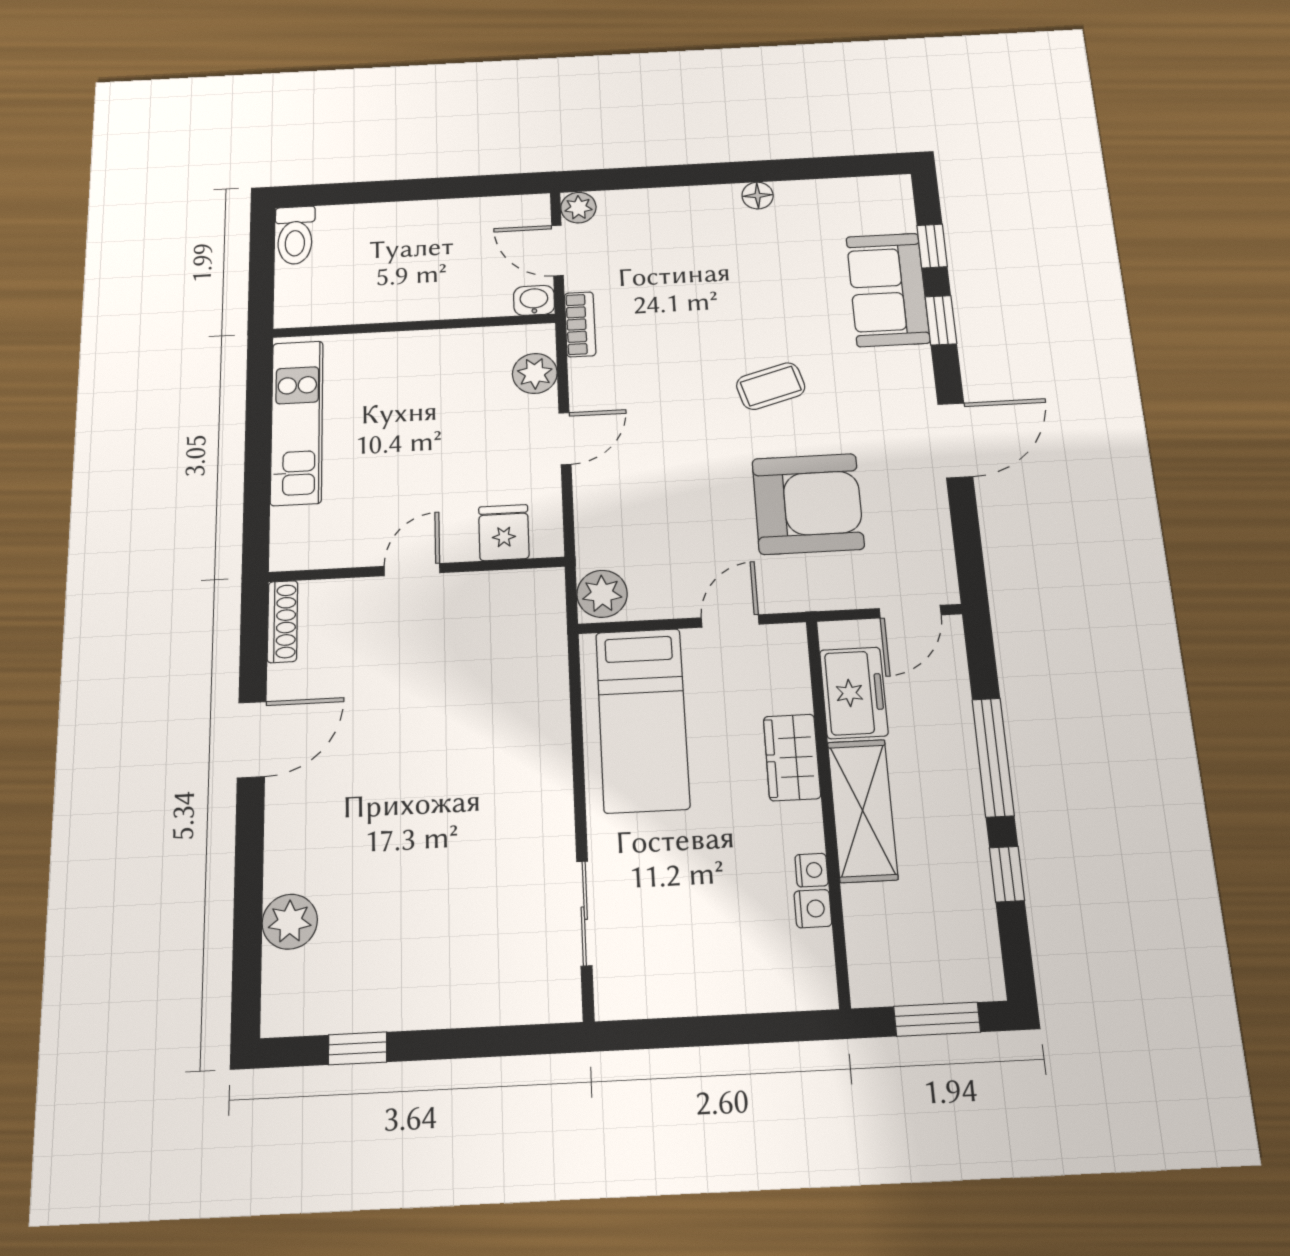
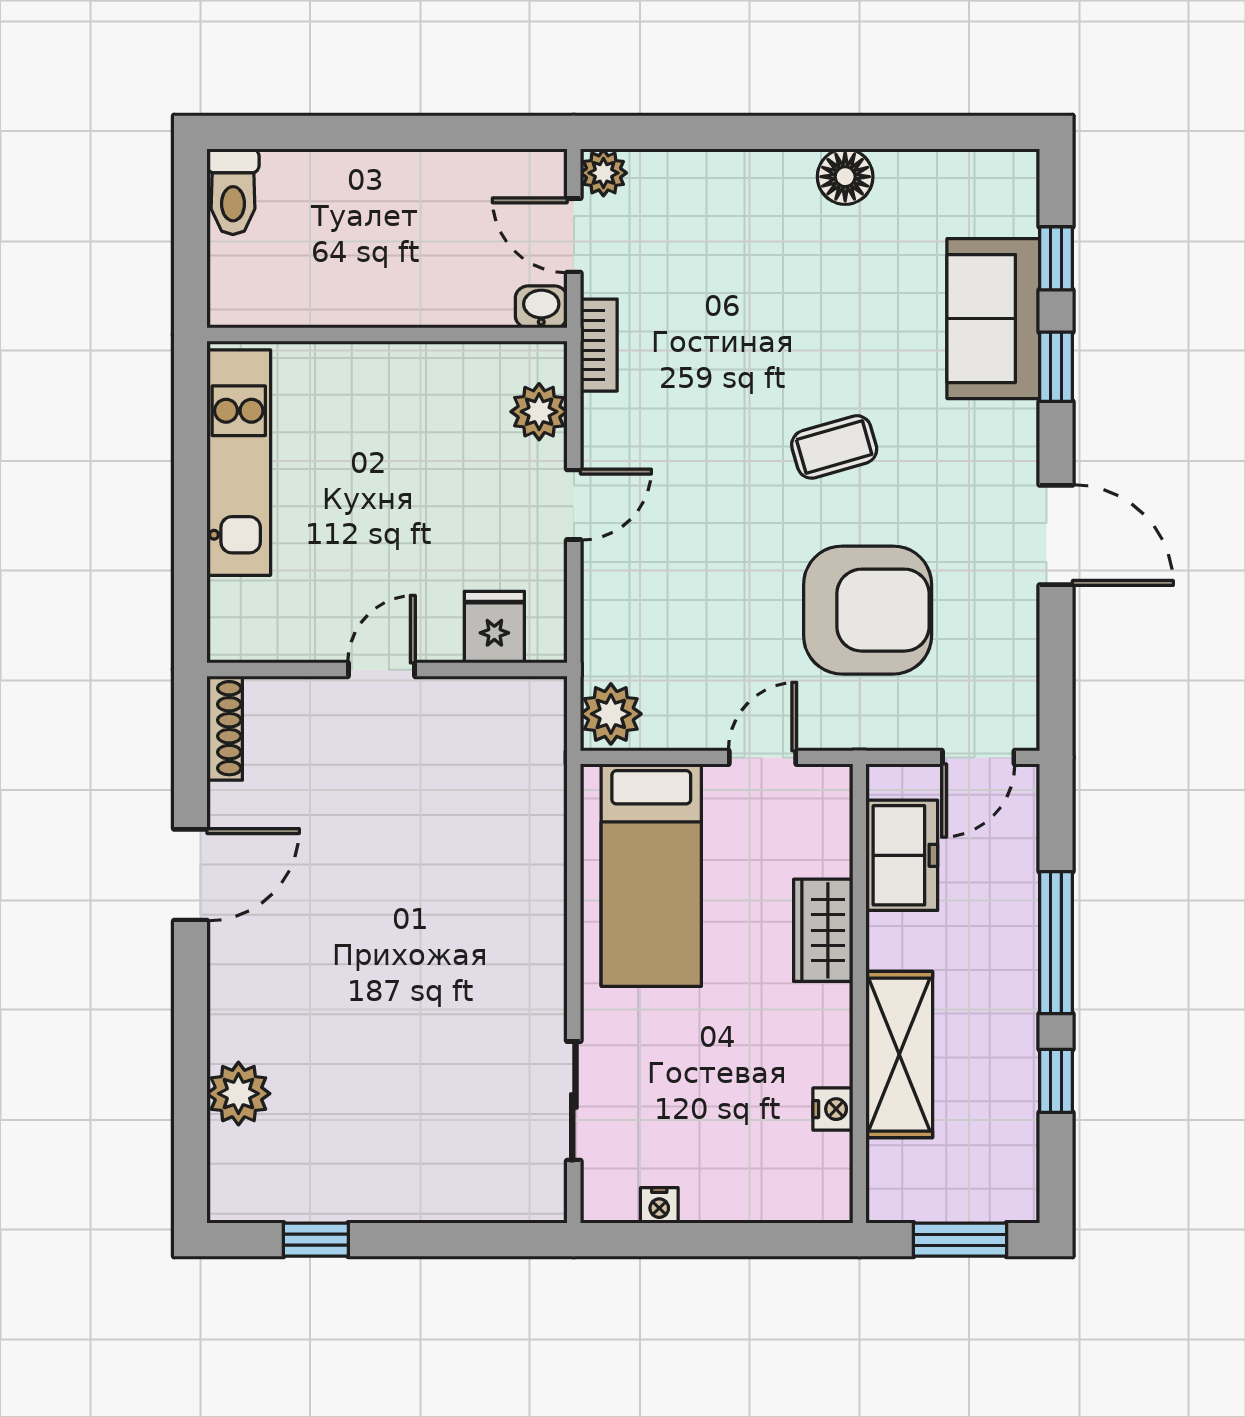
floor lamp: (758, 196) -> (845, 177), width x1.37, depth x1.37
door: (955, 440) -> (1056, 535), hinge flipped
shelving: (863, 810) -> (899, 1055), moved
nightstand: (812, 870) -> (659, 1205), moved, turned 90

